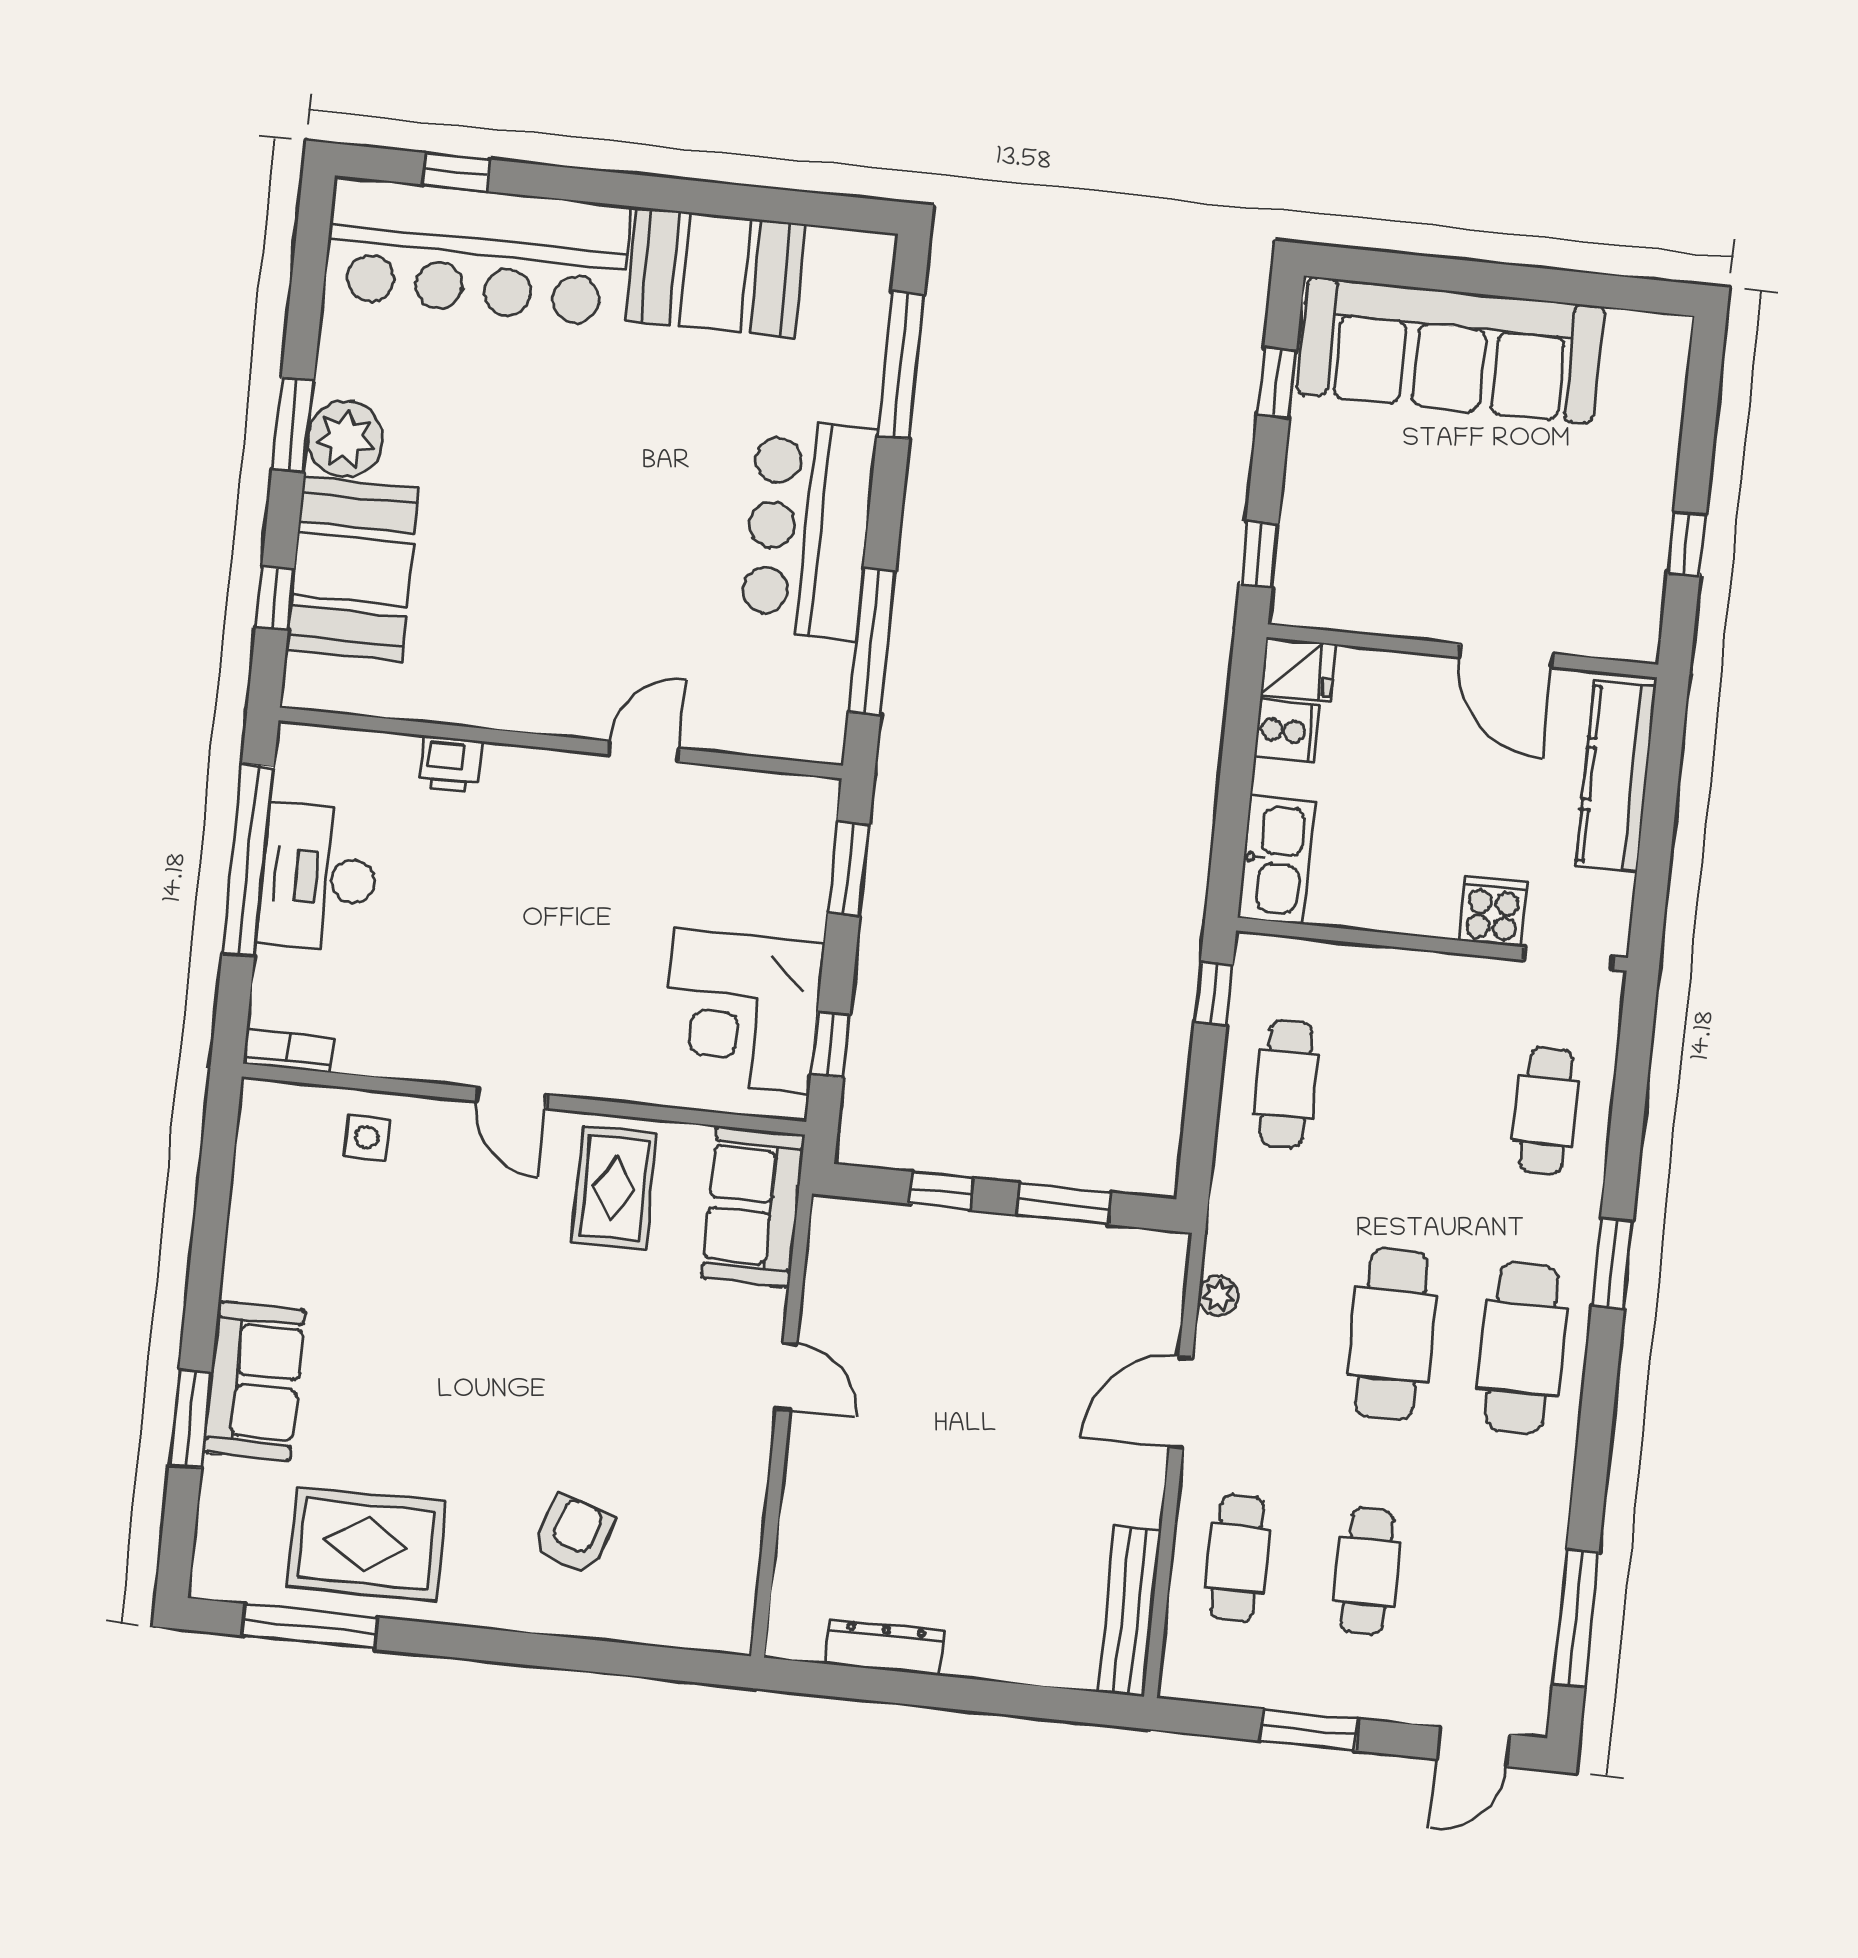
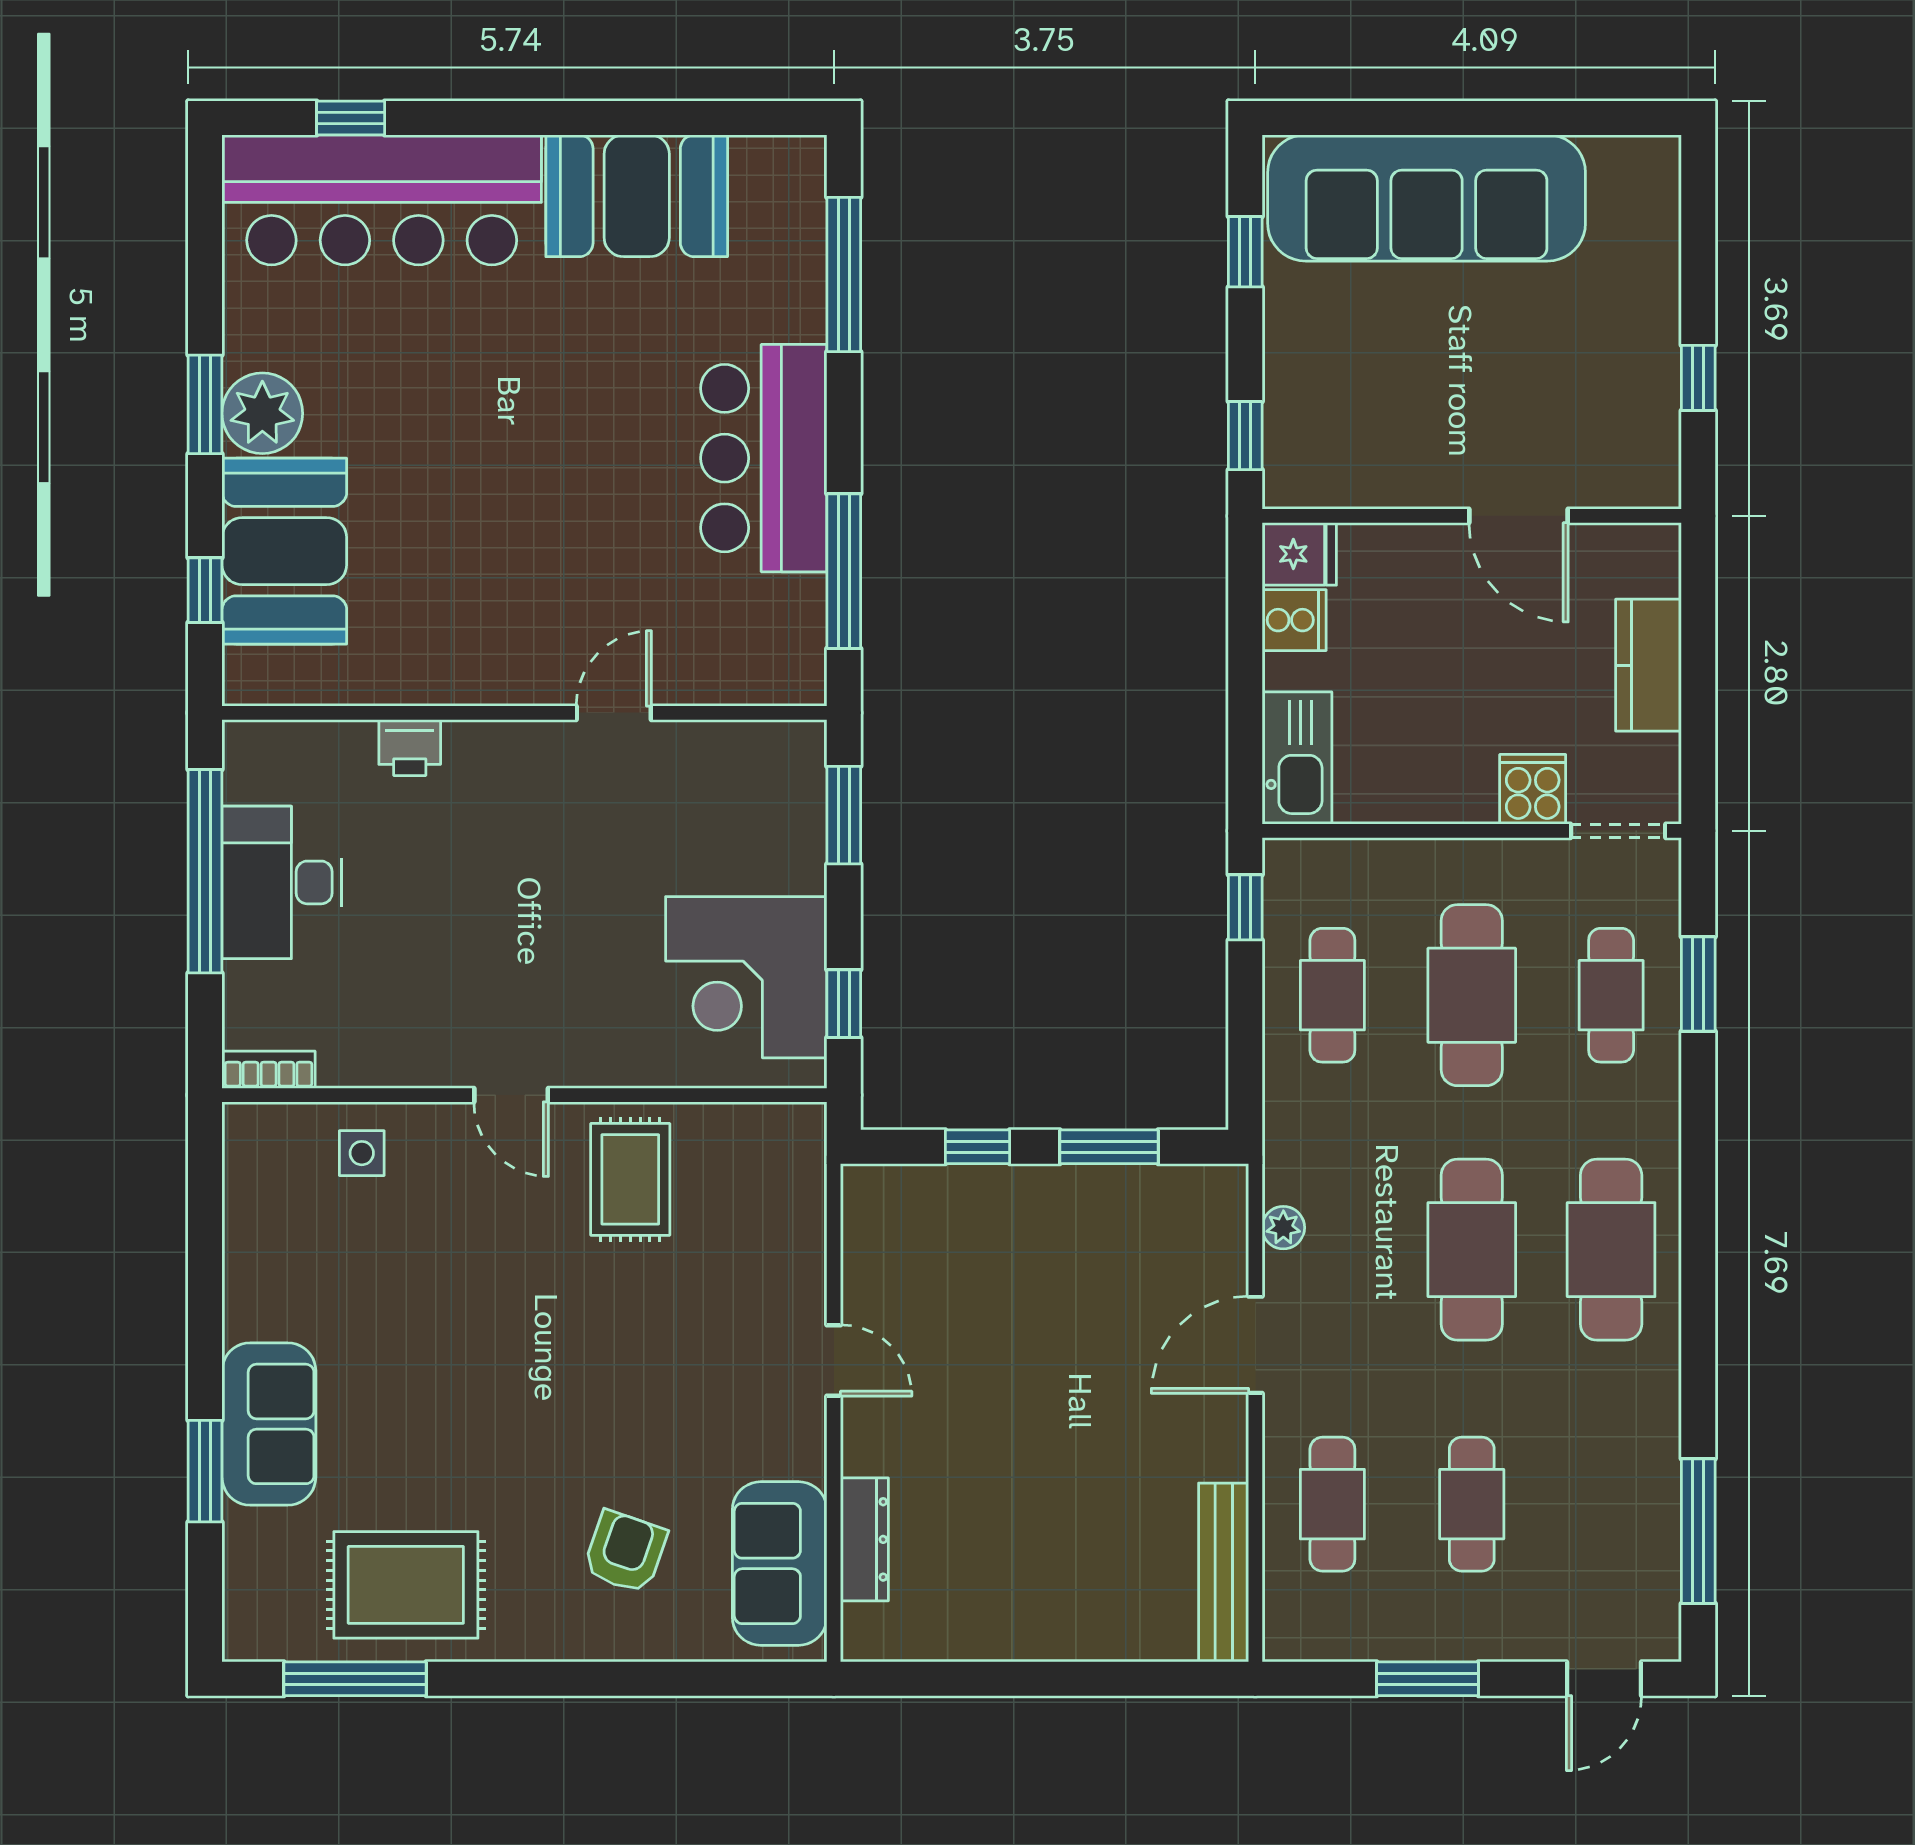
kitchen counter: (1616, 776) -> (1648, 665), width x0.67
cafe table: (1416, 1097) -> (1472, 995), added
sofa: (753, 1206) -> (780, 1563), moved
window: (1612, 1264) -> (1698, 984), moved
dresser: (885, 1647) -> (864, 1539), moved, turned 90

